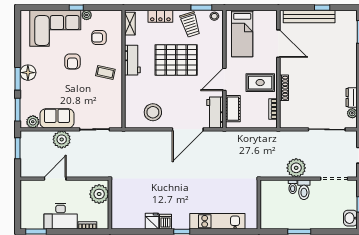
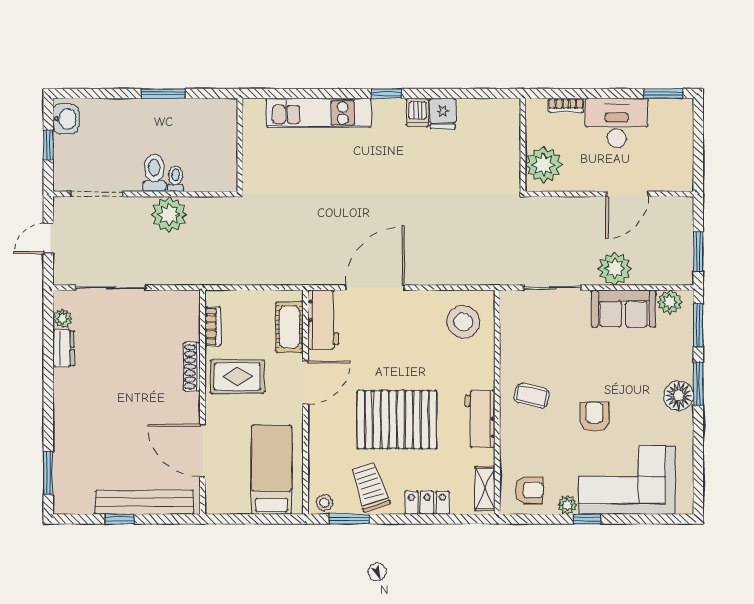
armchair: (99, 38) -> (529, 490), moved
stool: (153, 112) -> (463, 322), moved

